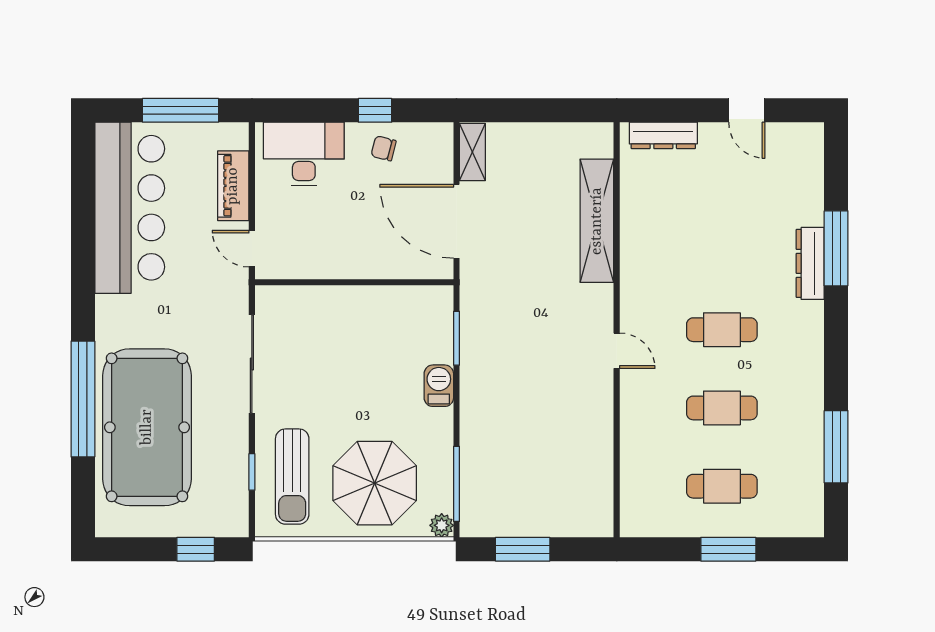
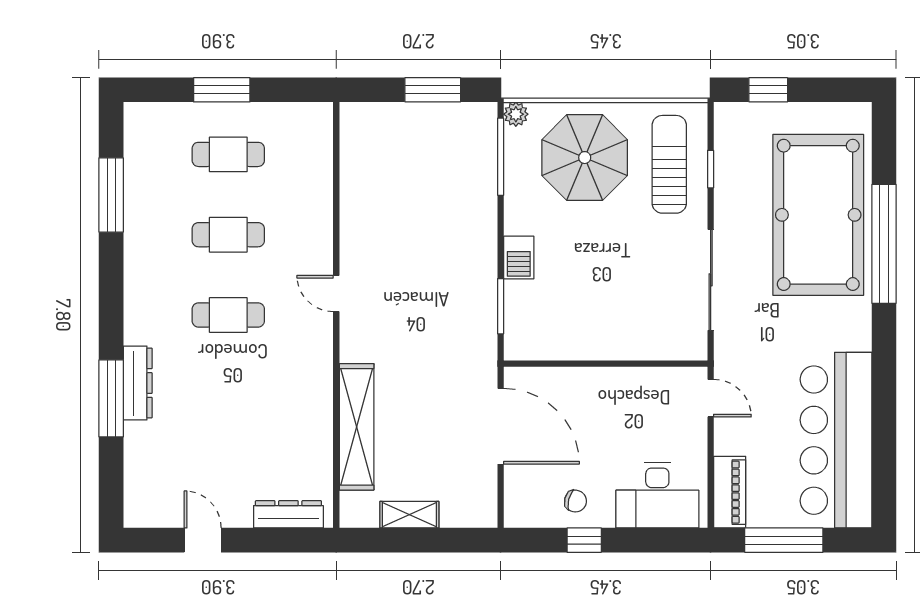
shelving: (472, 152) -> (409, 515), moved, turned 90
piano: (233, 186) -> (730, 492), moved

